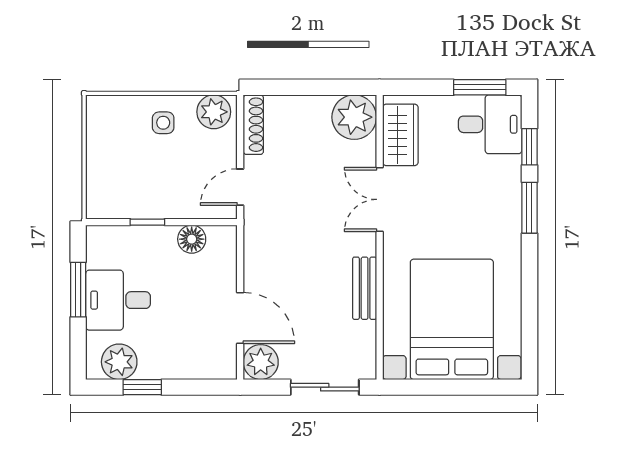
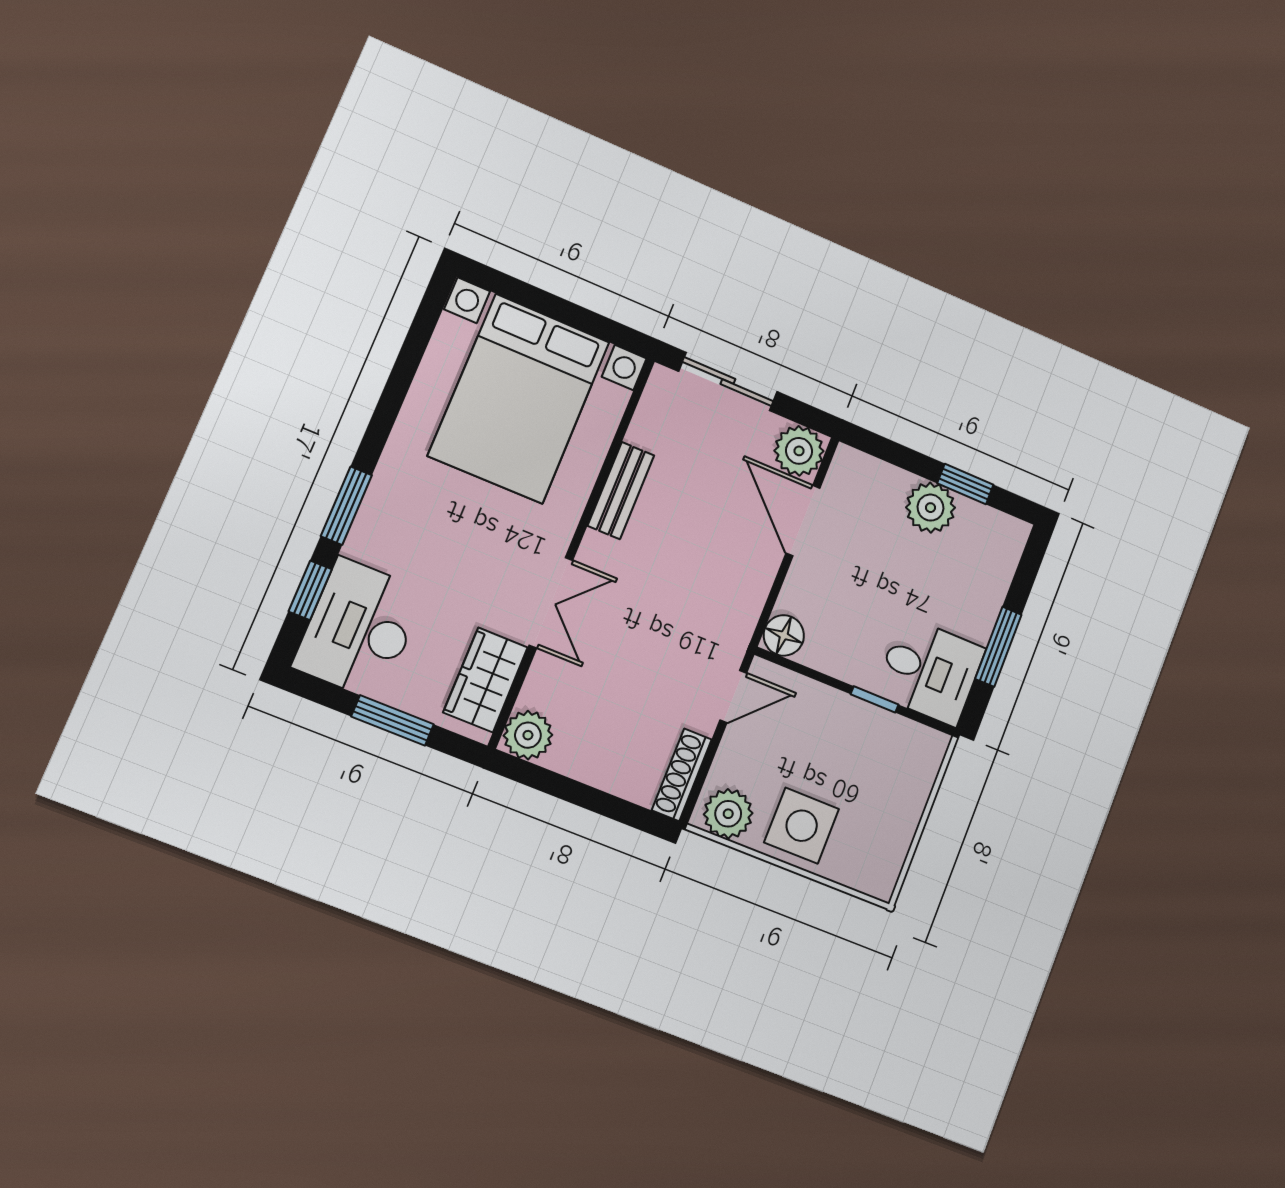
window: (480, 87) -> (393, 720), moved
plant: (354, 117) -> (528, 735), width x0.73, depth x0.73
side table: (163, 123) -> (802, 826), width x1.87, depth x1.87
desk: (490, 124) -> (359, 629), width x1.37
floor lamp: (192, 239) -> (784, 635), moved
desk: (118, 300) -> (930, 671), moved
plant: (119, 362) -> (931, 508), moved

